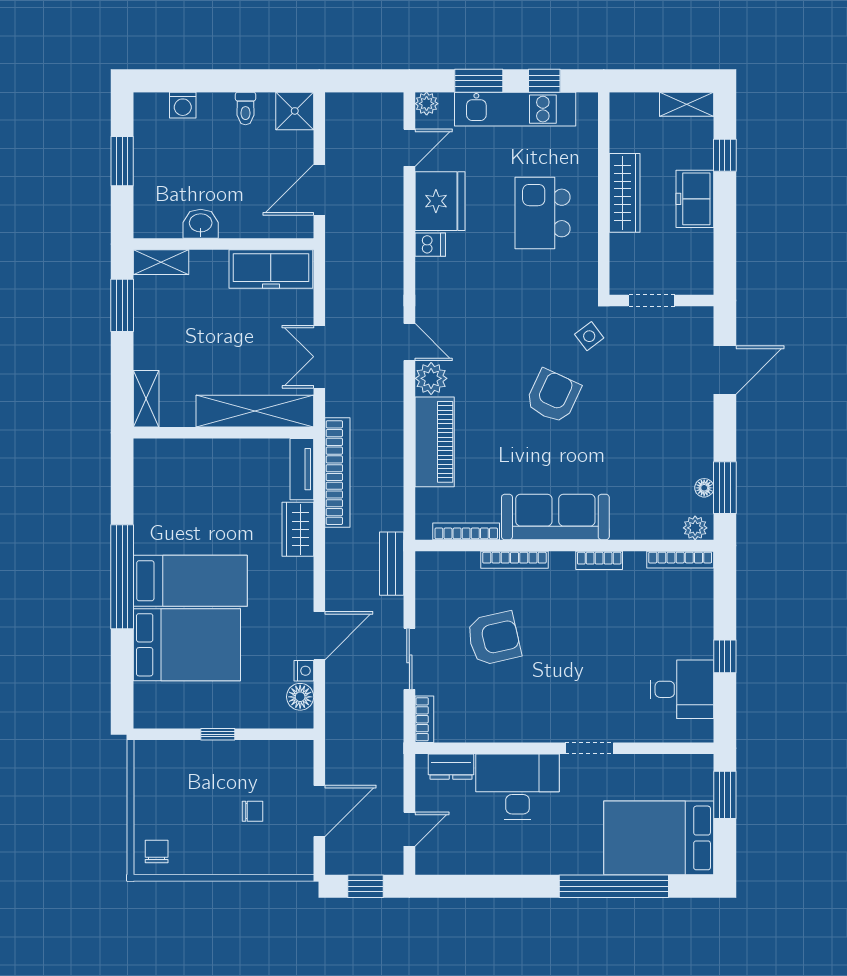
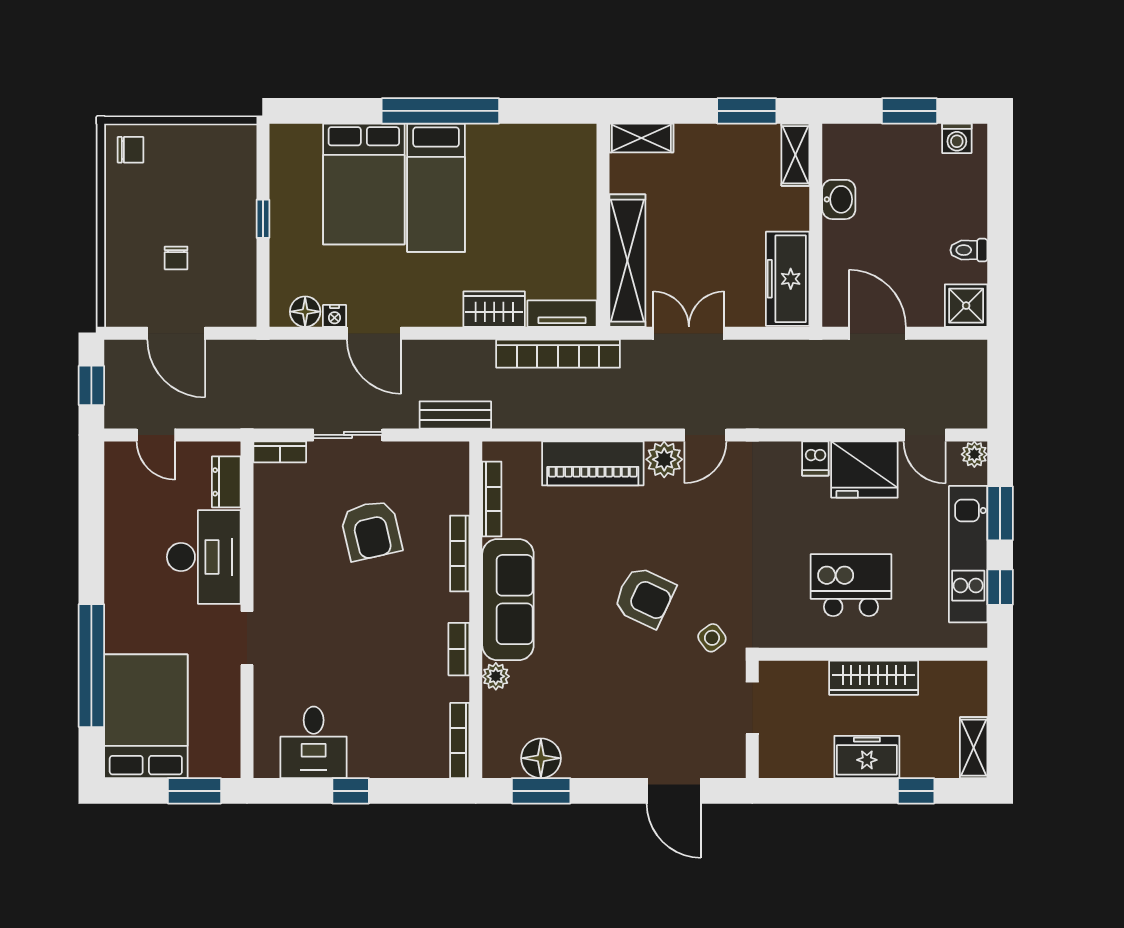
washing machine: (183, 105) -> (957, 138), moved, turned -90
floor lamp: (704, 488) -> (541, 758), width x1.89, depth x1.89
plant: (695, 528) -> (496, 676), moved

